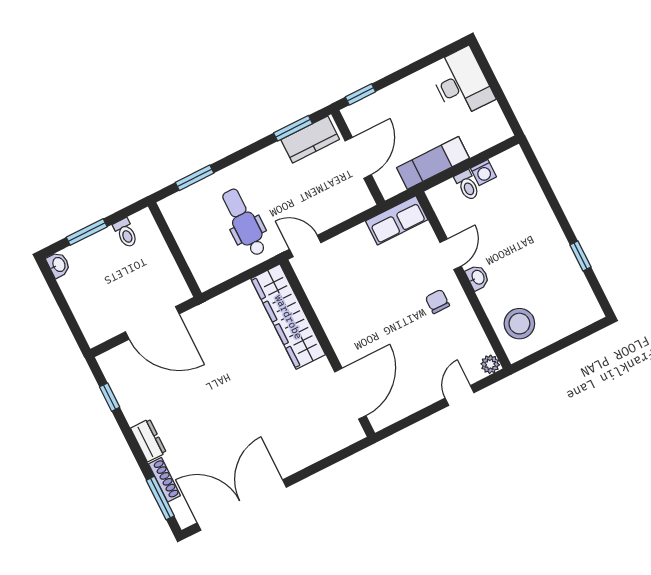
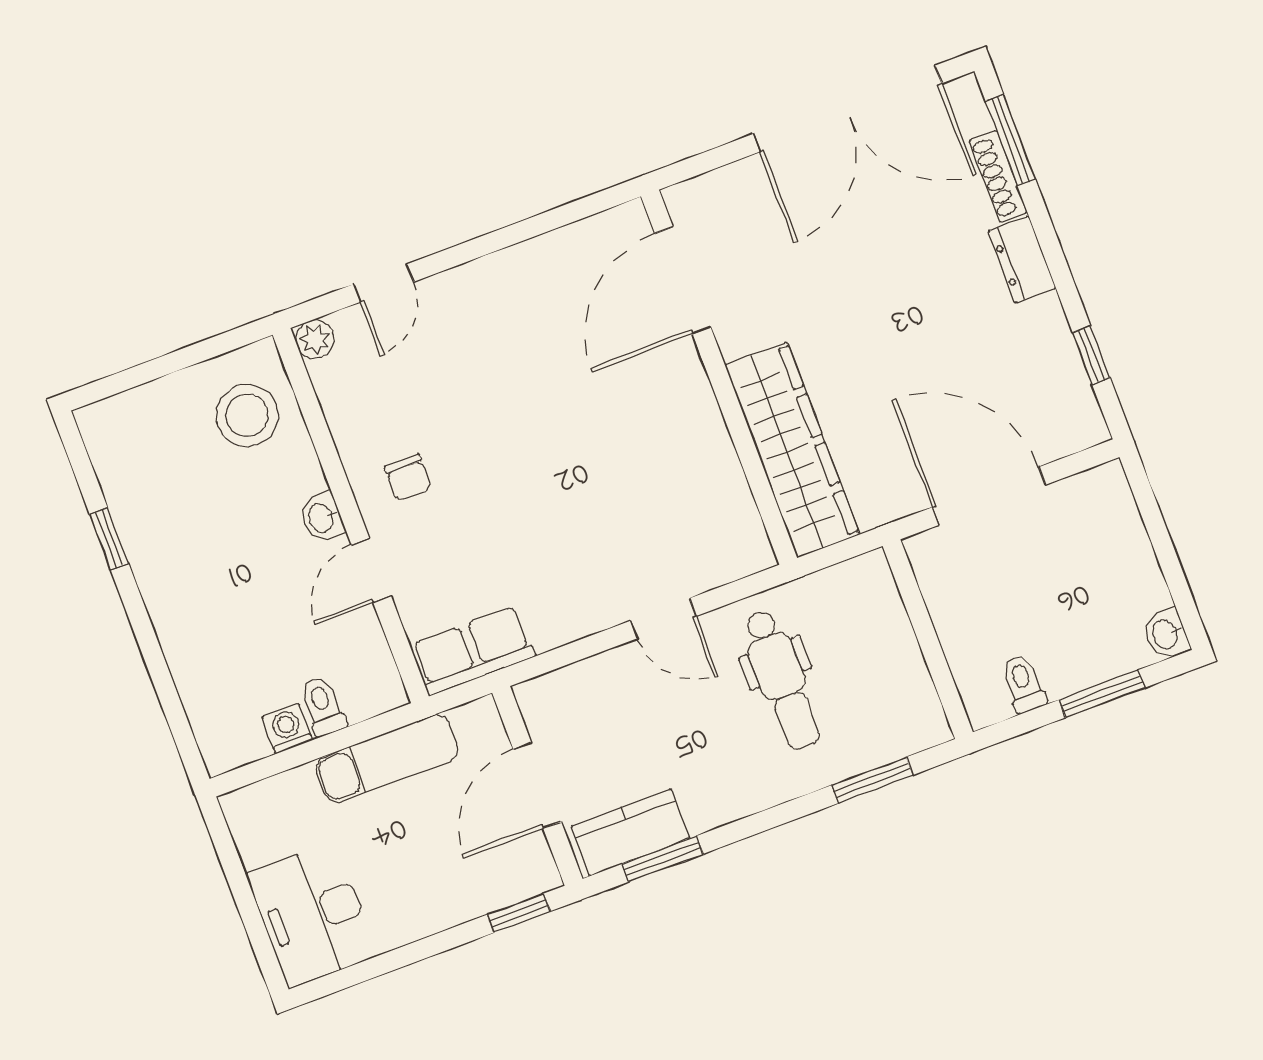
wardrobe: (288, 317) -> (792, 450), moved
wall: (328, 348) -> (719, 377), moved
door: (350, 394) -> (683, 280), moved

